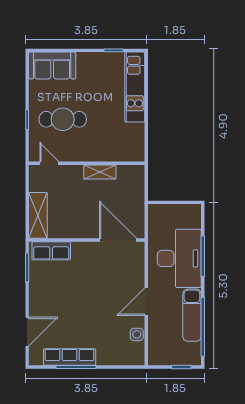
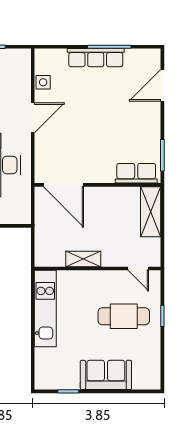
sofa: (52, 65) -> (106, 375), moved
kitchen unit: (135, 87) -> (45, 309), moved
row of seats: (70, 357) -> (96, 58), moved

